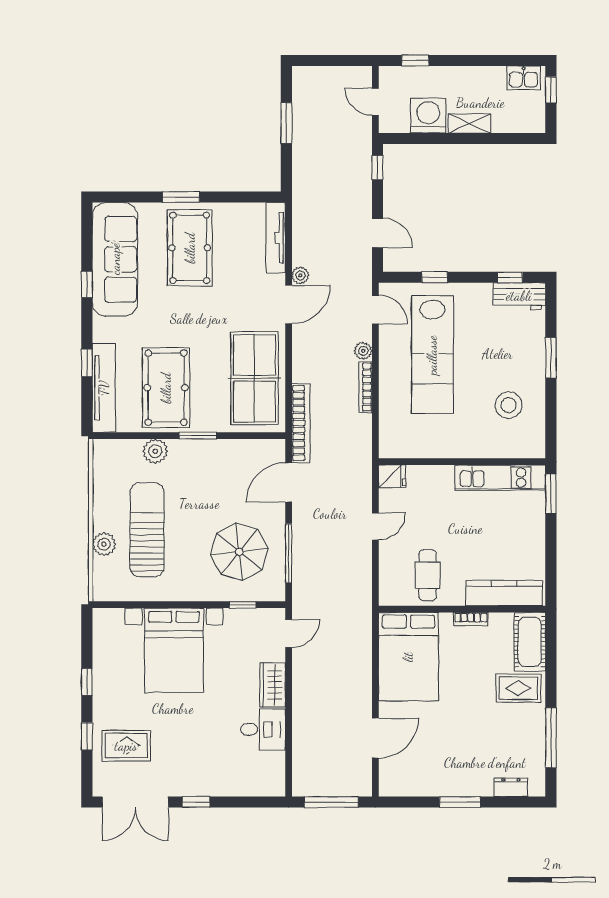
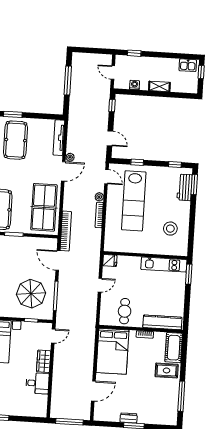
washing machine: (428, 116) -> (135, 85), width x0.53, depth x0.53
window: (286, 123) -> (68, 80), width x1.44
workbench: (519, 296) -> (185, 187), moved, turned 90
window: (551, 358) -> (194, 185), moved
door: (289, 483) -> (58, 260), hinge flipped
dresser: (511, 787) -> (129, 418), moved

